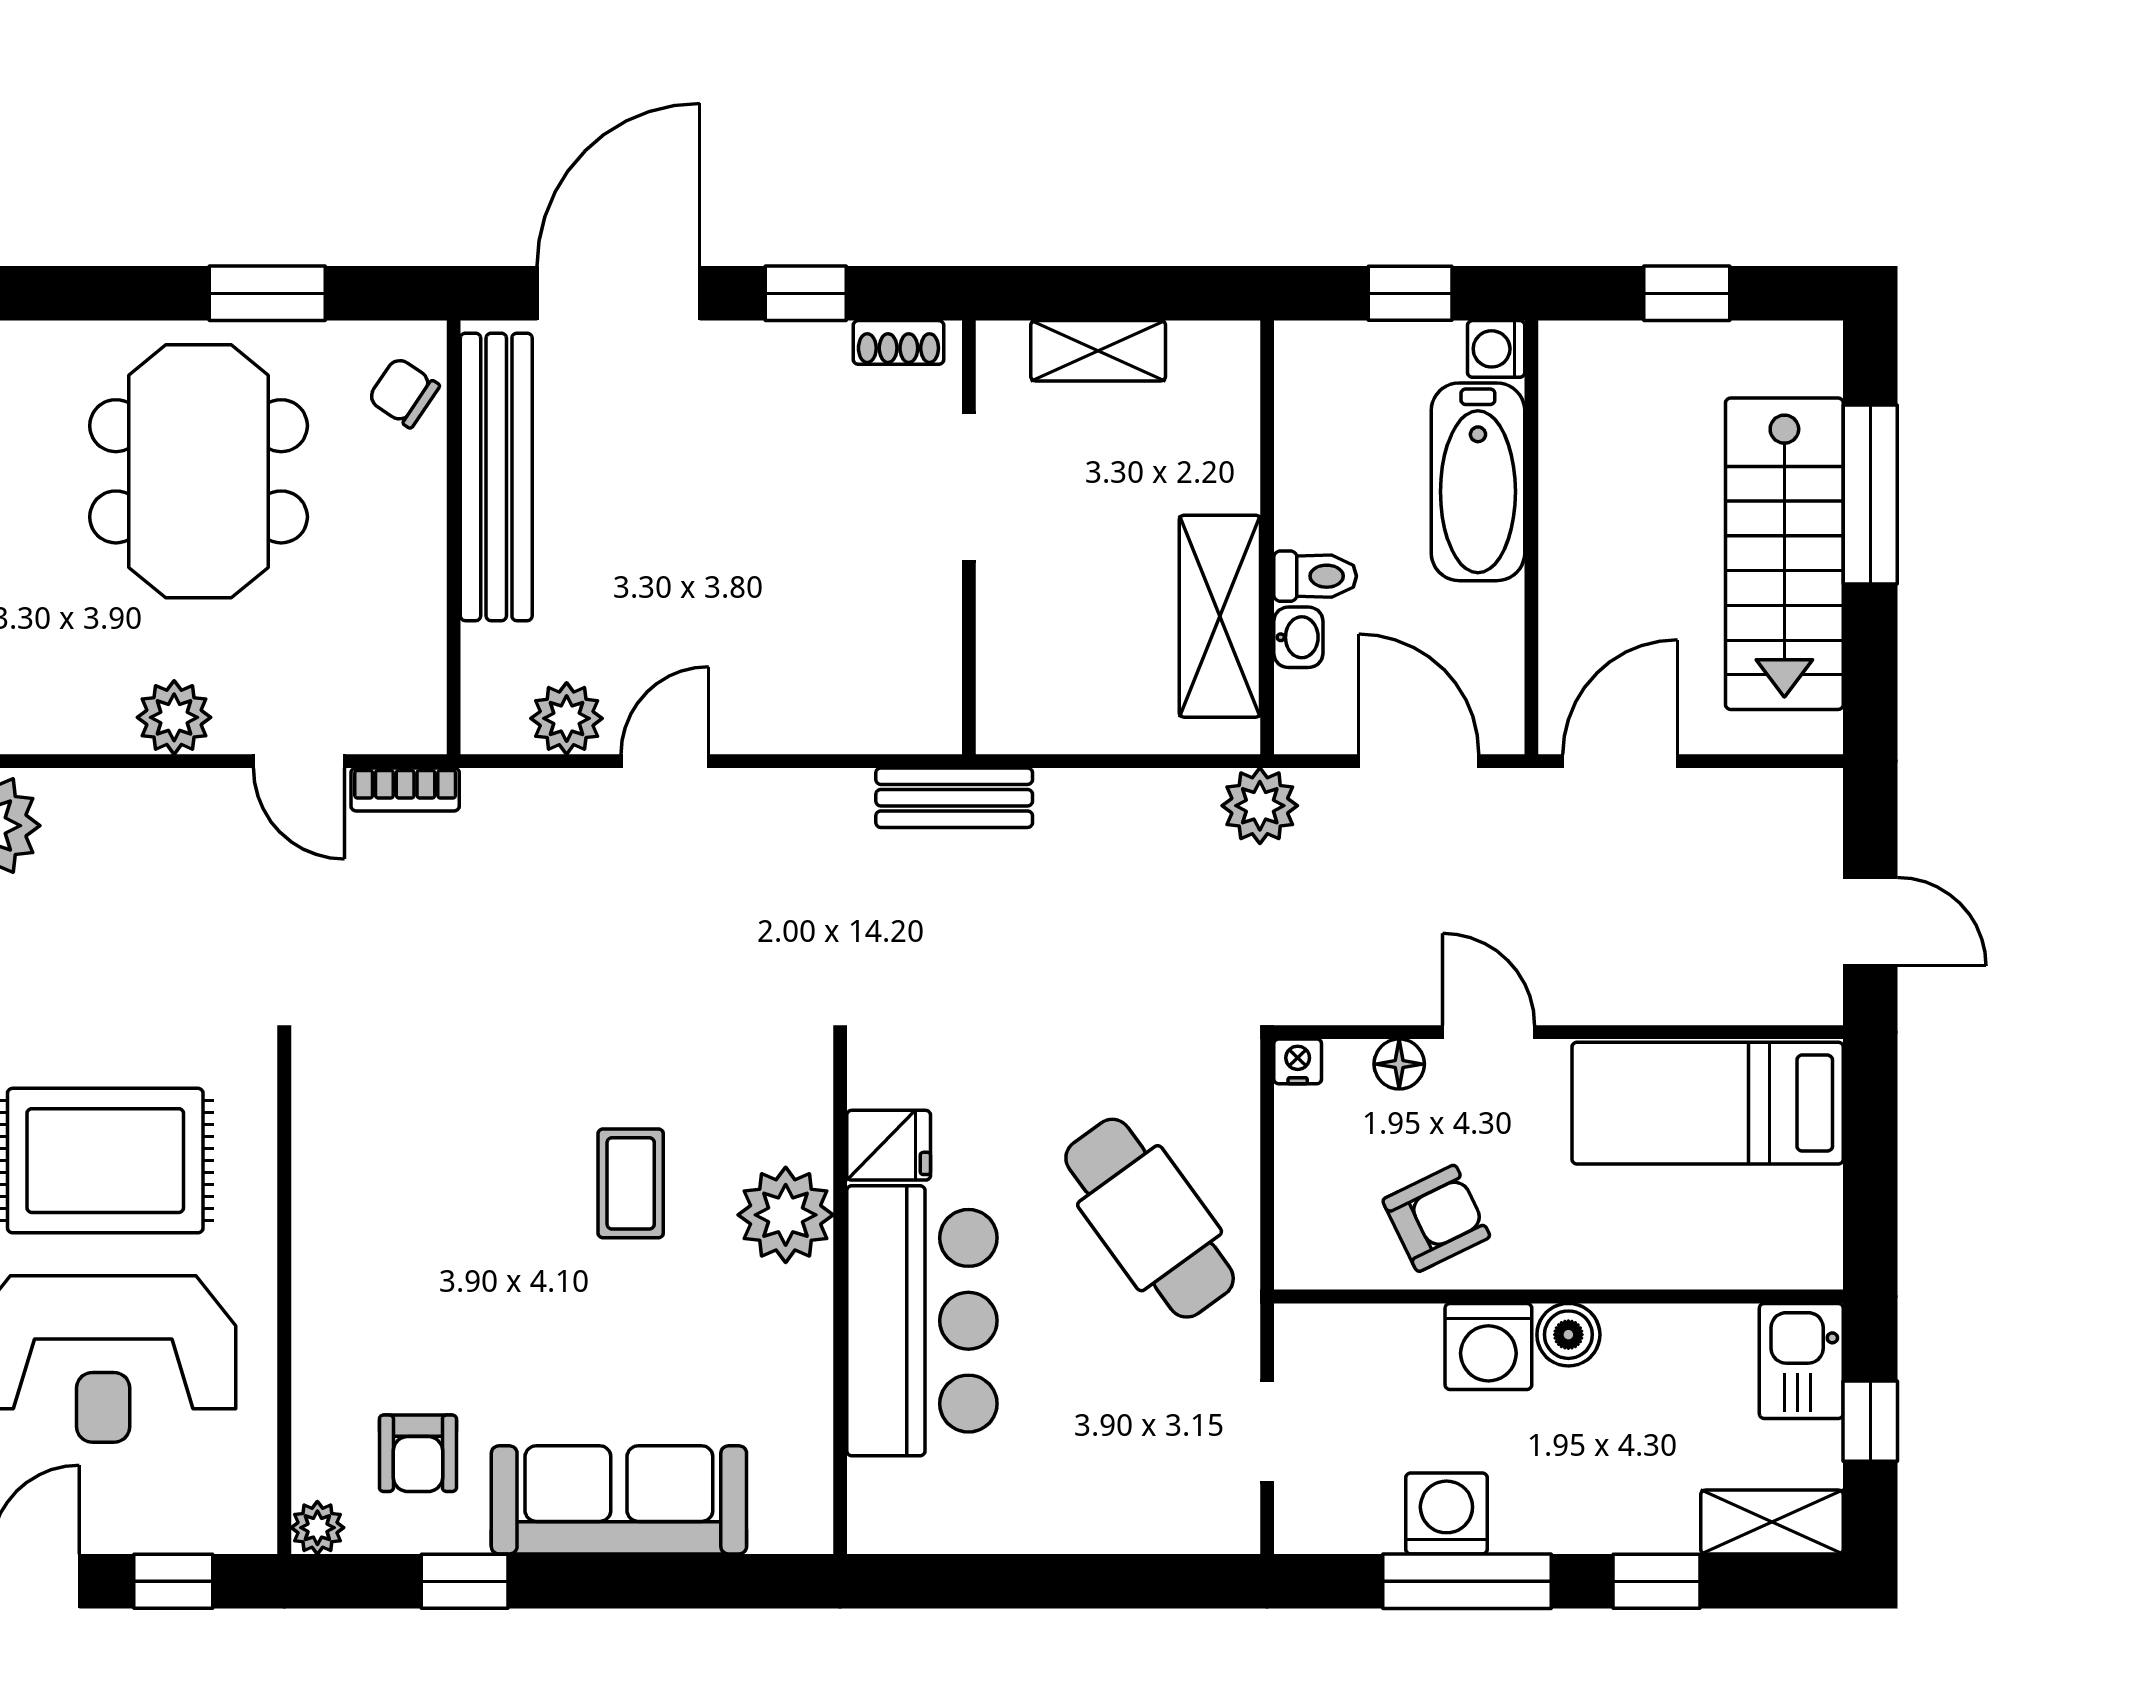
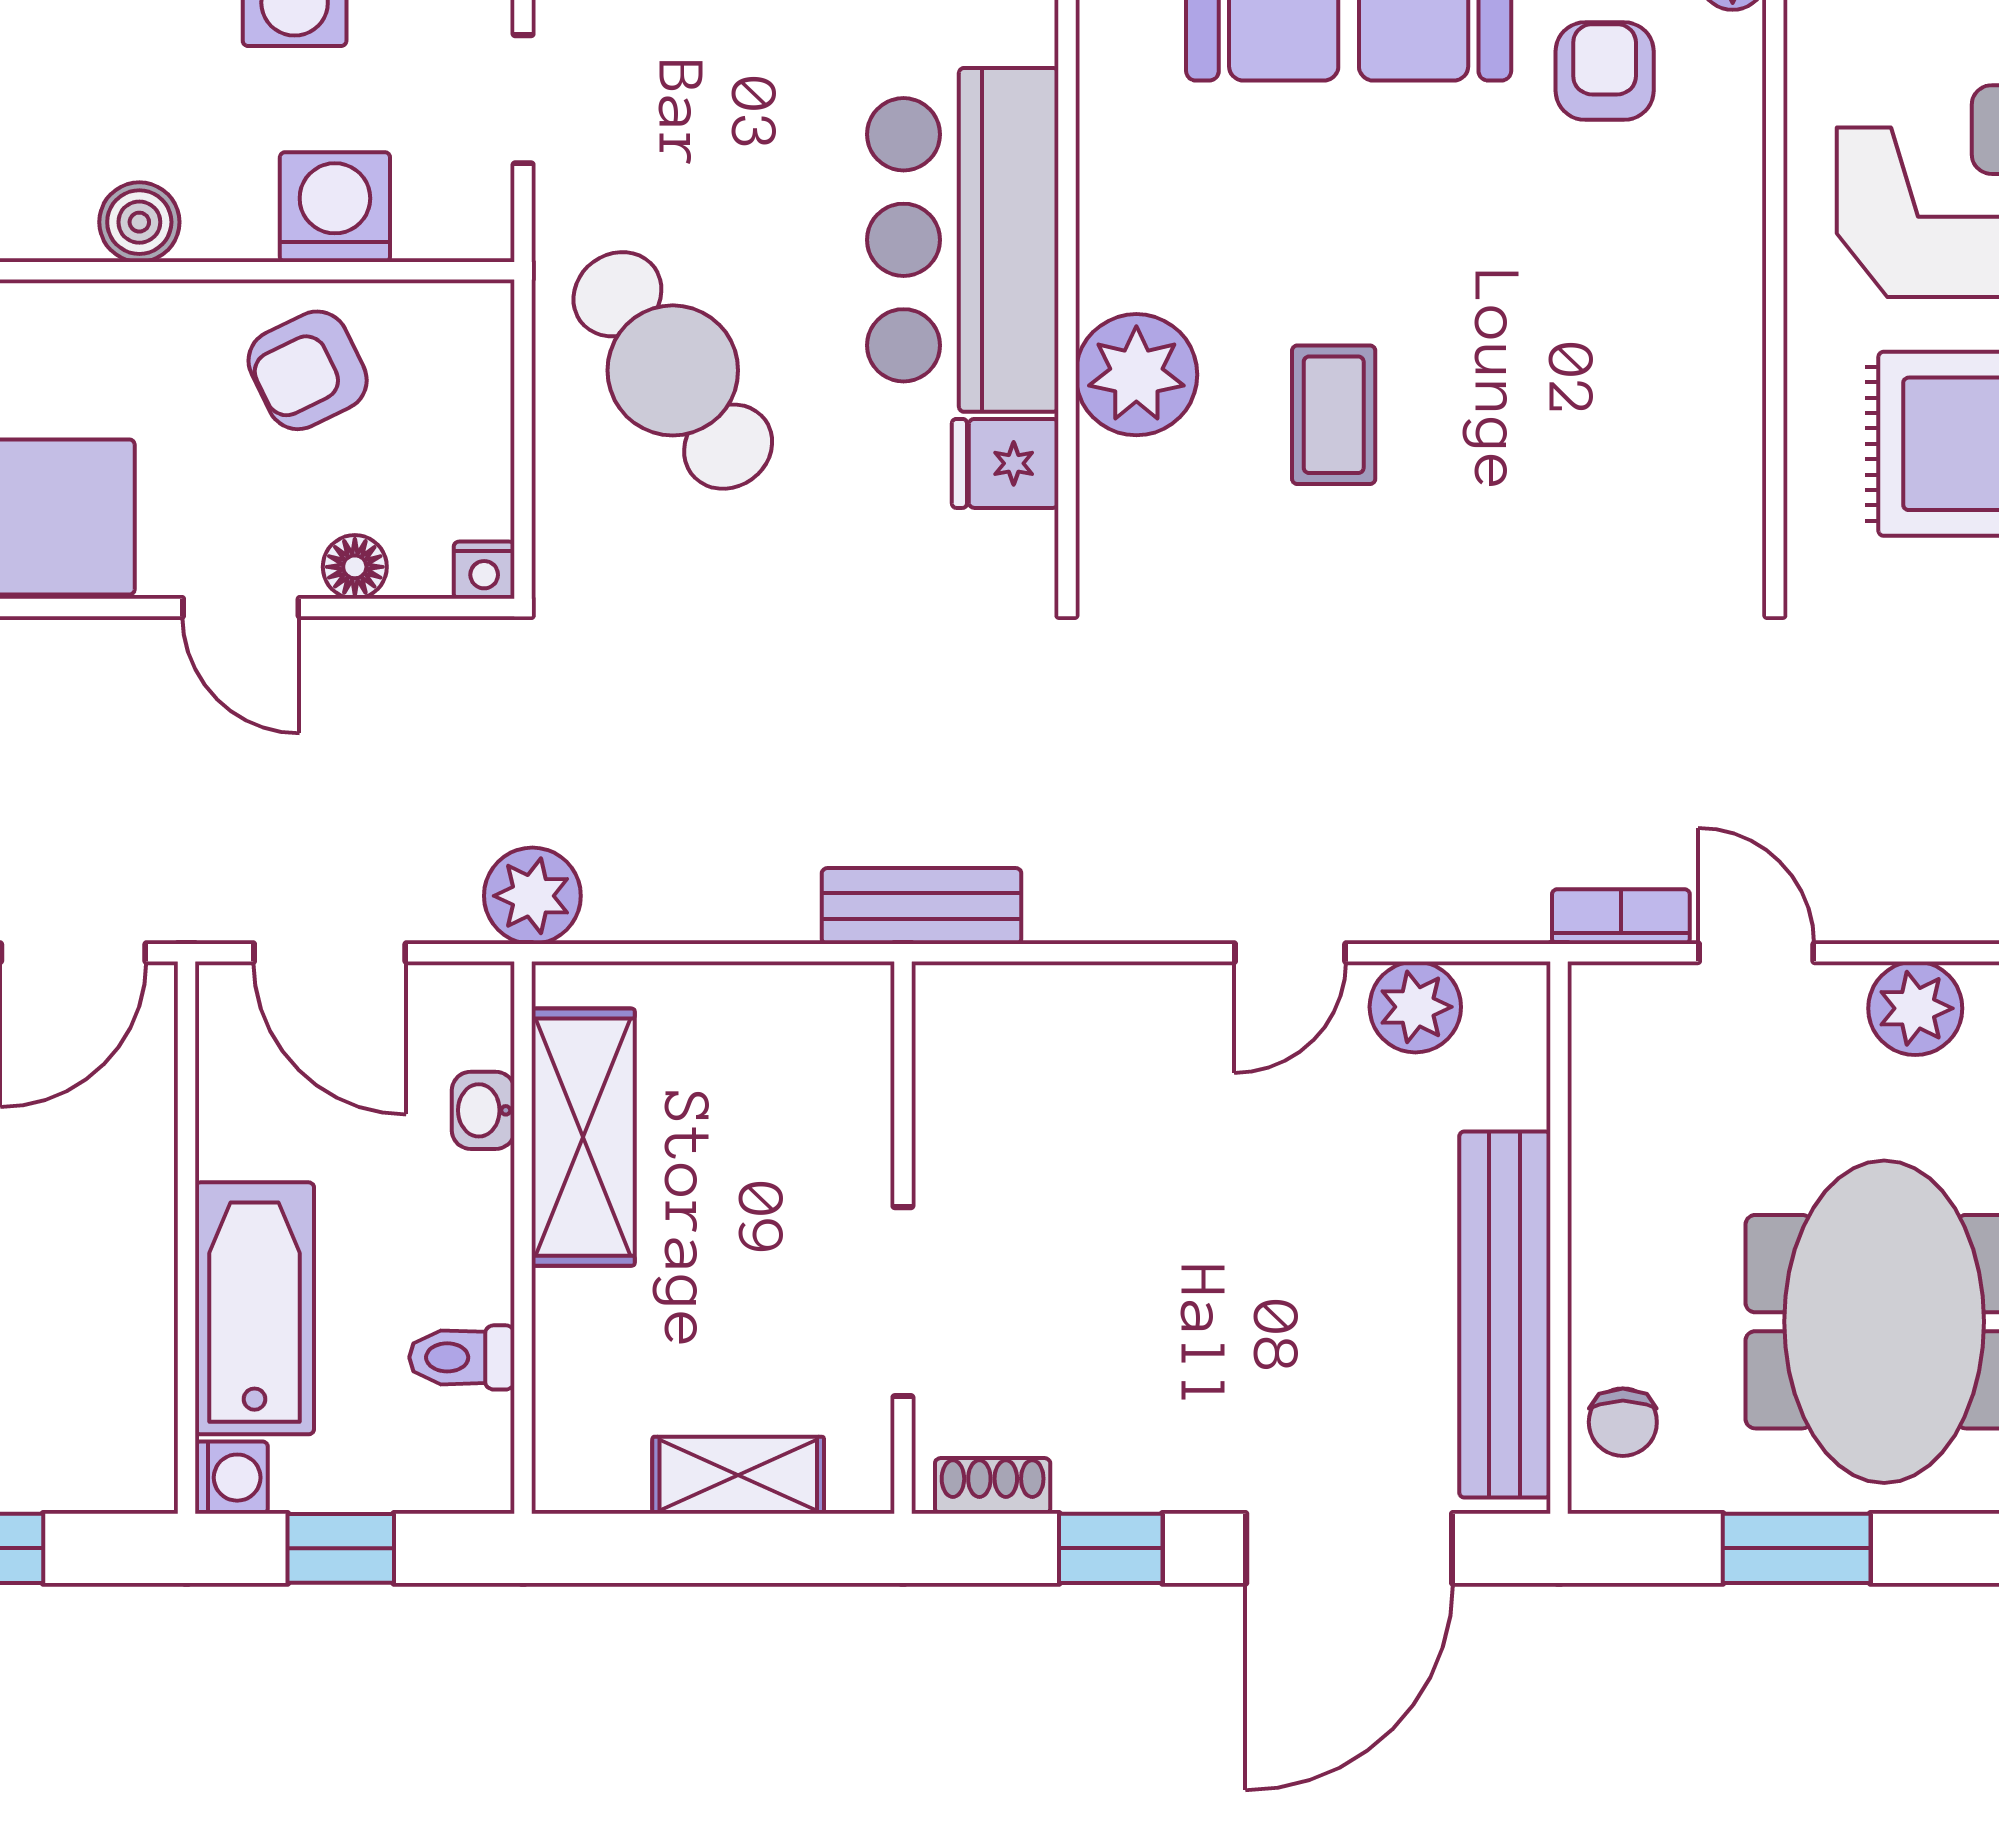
chair: (404, 392) -> (1623, 1422), turned 56
toilet: (1315, 576) -> (462, 1357), moved
washing machine: (1488, 1346) -> (335, 207), moved

